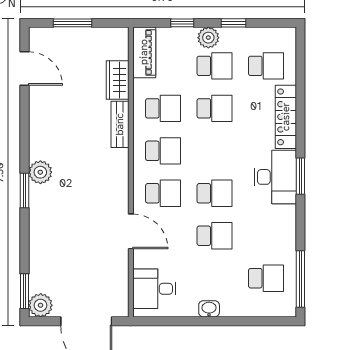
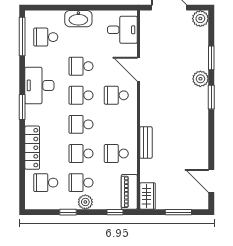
window: (182, 23) -> (115, 212), moved
wardrobe: (118, 80) -> (148, 196), moved
school desk: (163, 151) -> (81, 124), moved
plant: (40, 172) -> (200, 79), moved
desk: (275, 177) -> (39, 85), moved
window: (25, 291) -> (211, 58), moved
washbasin: (209, 309) -> (78, 19), width x1.91, depth x1.45

